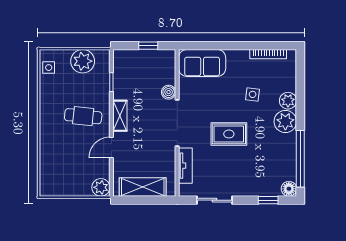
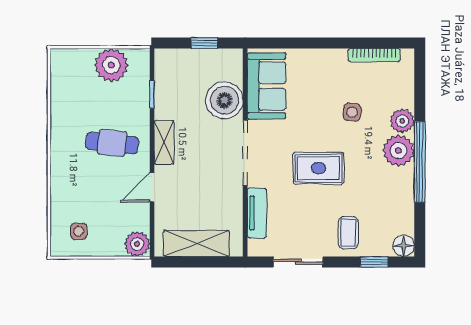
sofa: (202, 63) -> (267, 86), moved, turned -90
side table: (49, 68) -> (79, 231), moved
boiler: (169, 92) -> (224, 100), width x1.86, depth x1.86
window: (300, 159) -> (420, 162), moved
coffee table: (250, 180) -> (348, 233), added

